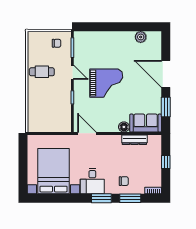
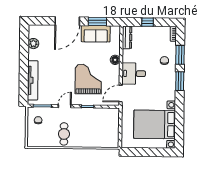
tv unit: (100, 37) -> (33, 80), added
grand piano: (106, 83) -> (88, 79), moved
sofa: (146, 123) -> (96, 34), moved, turned -90
dresser: (134, 140) -> (127, 37), moved
desk: (92, 181) -> (134, 74), moved, turned 180

